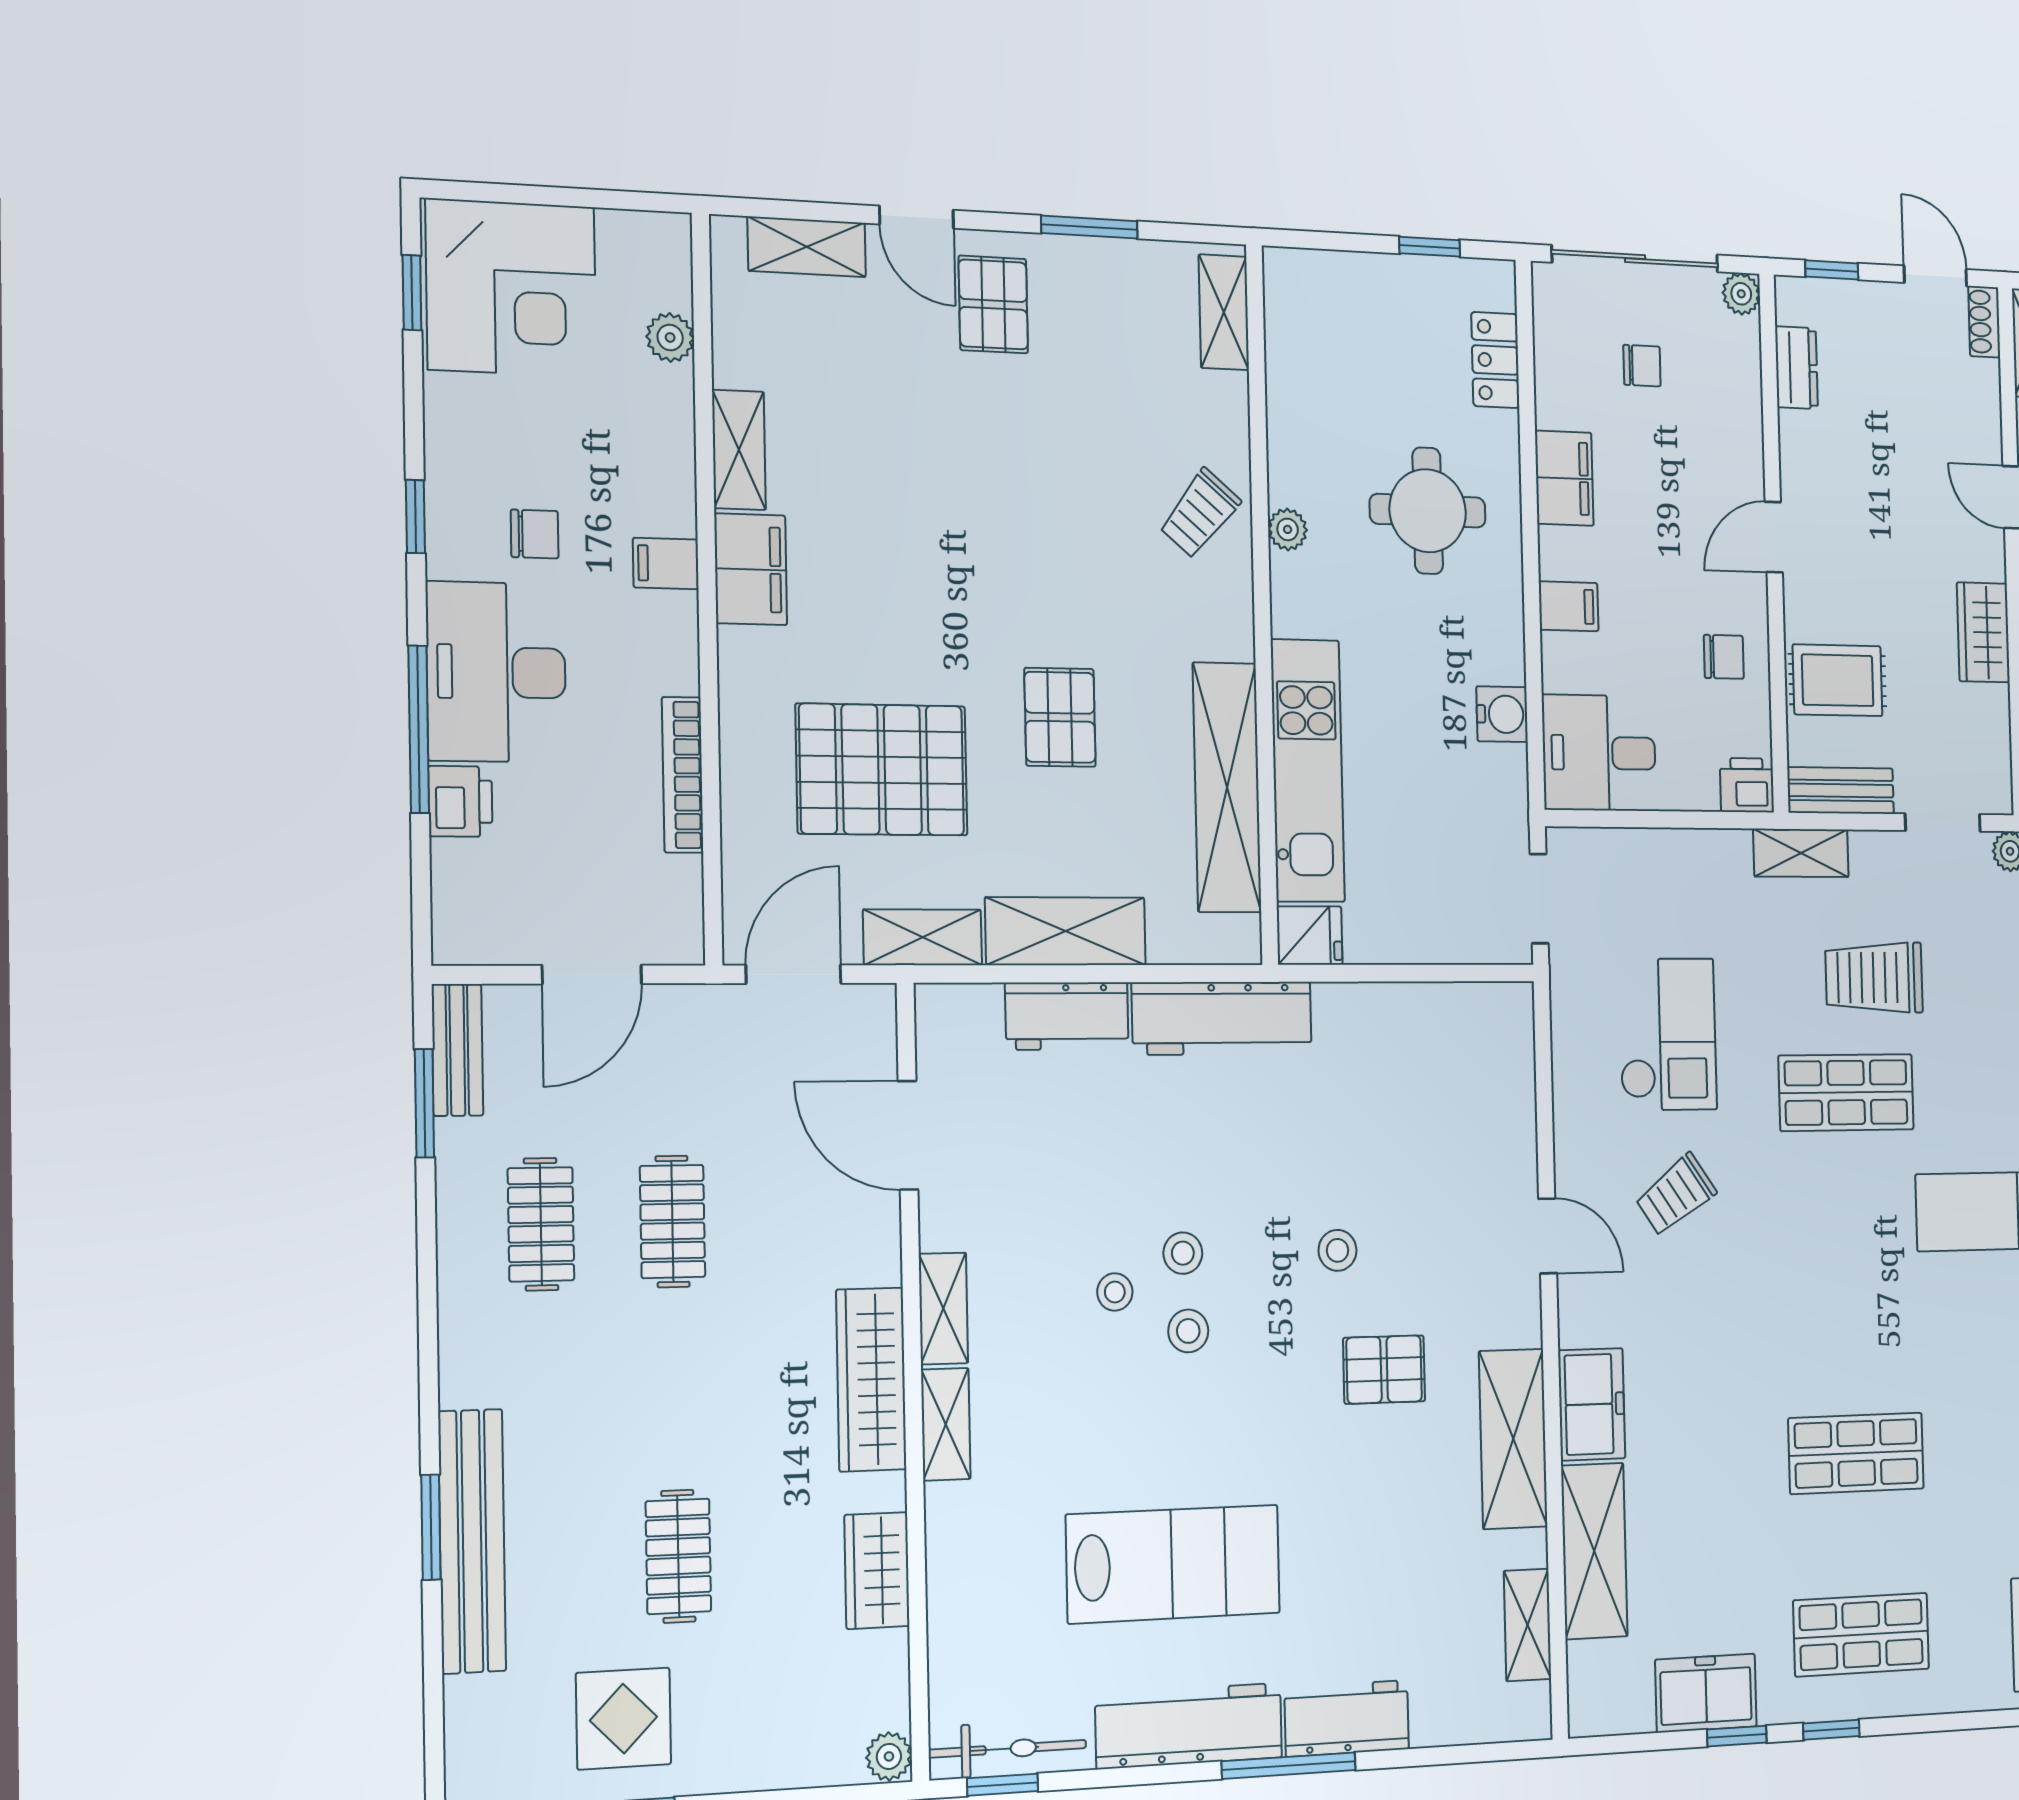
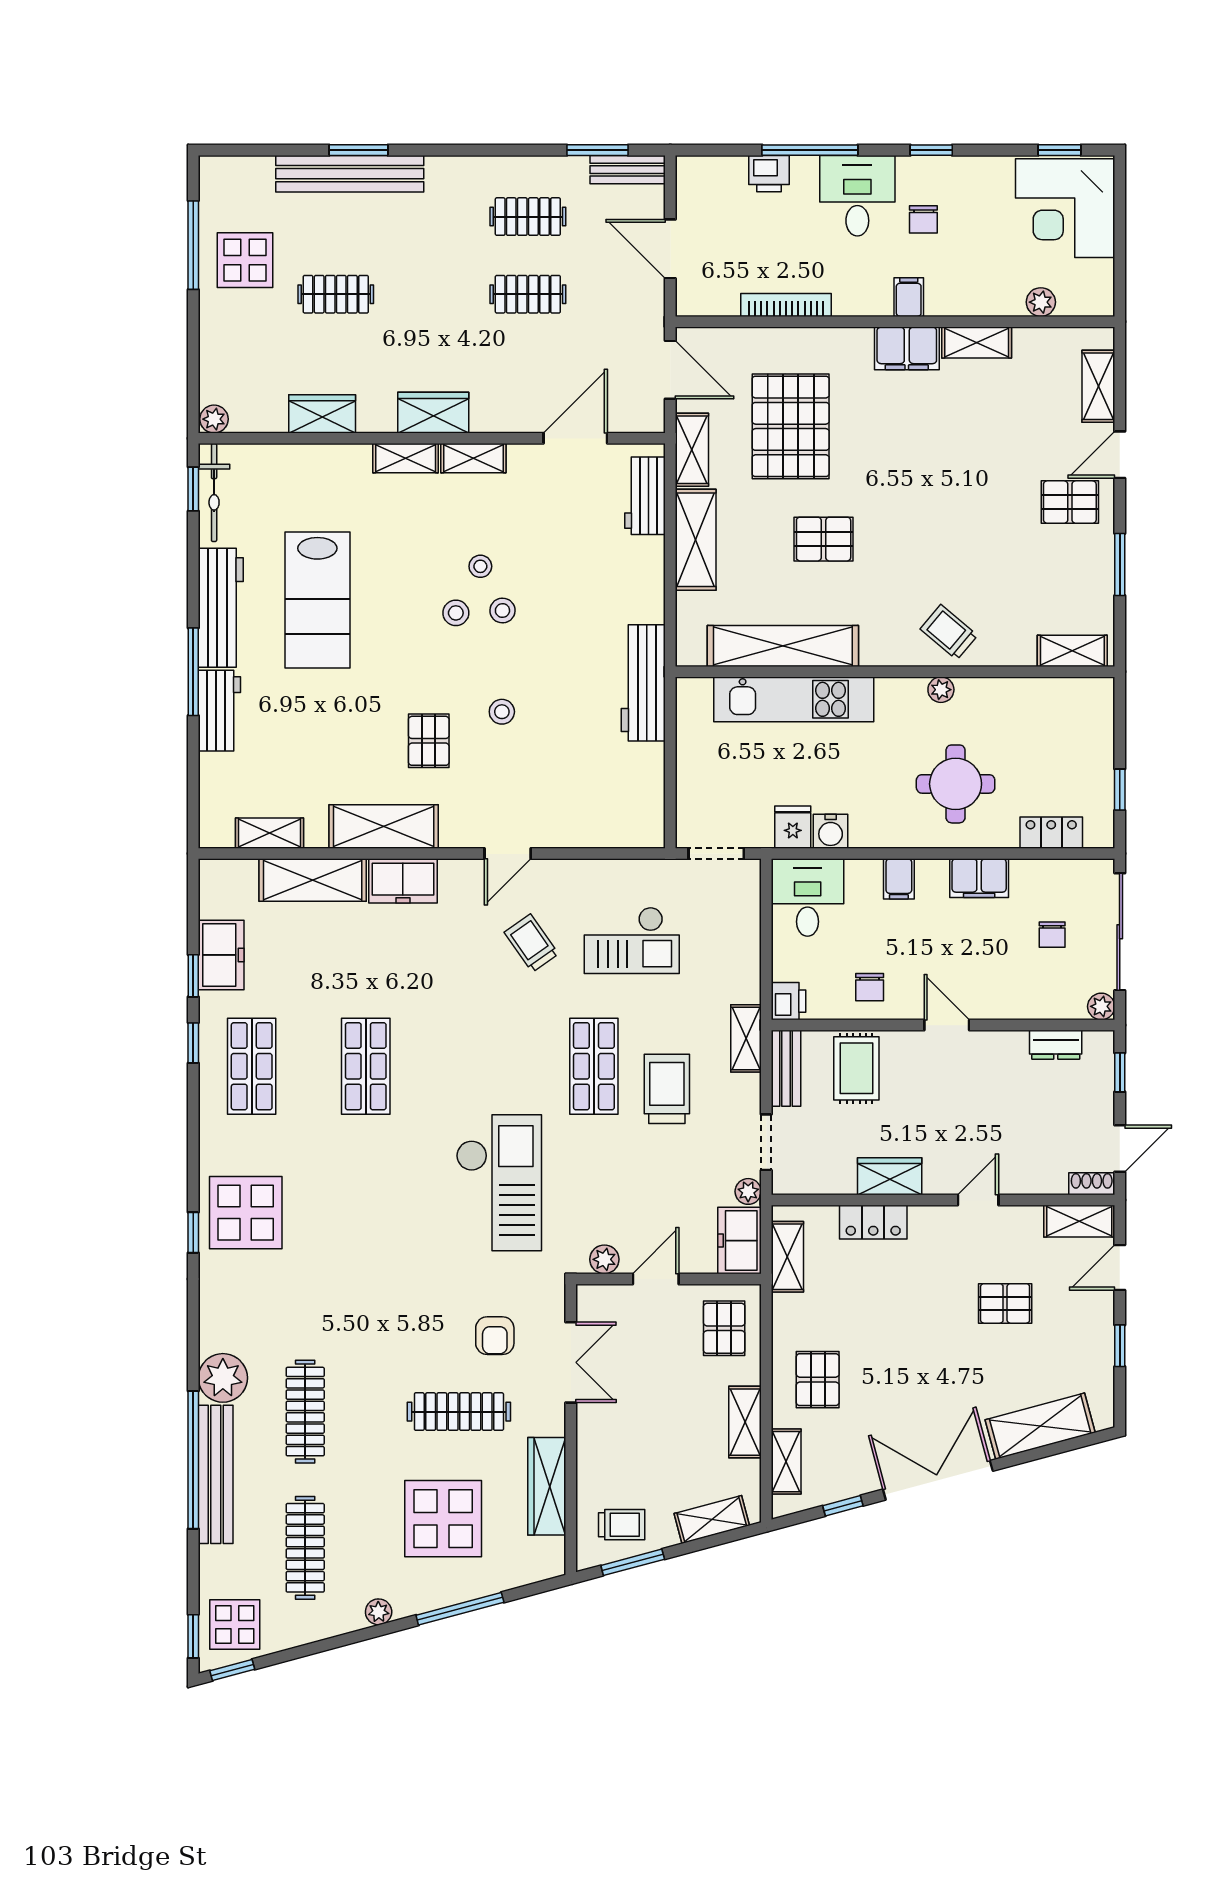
desk: (496, 672) -> (857, 196), width x0.73
fridge: (1310, 935) -> (793, 827), moved, turned 180
workbench: (1067, 1016) -> (645, 496), moved
workbench: (1222, 1018) -> (643, 683), moved
wardrobe: (871, 1379) -> (433, 413), width x0.67

